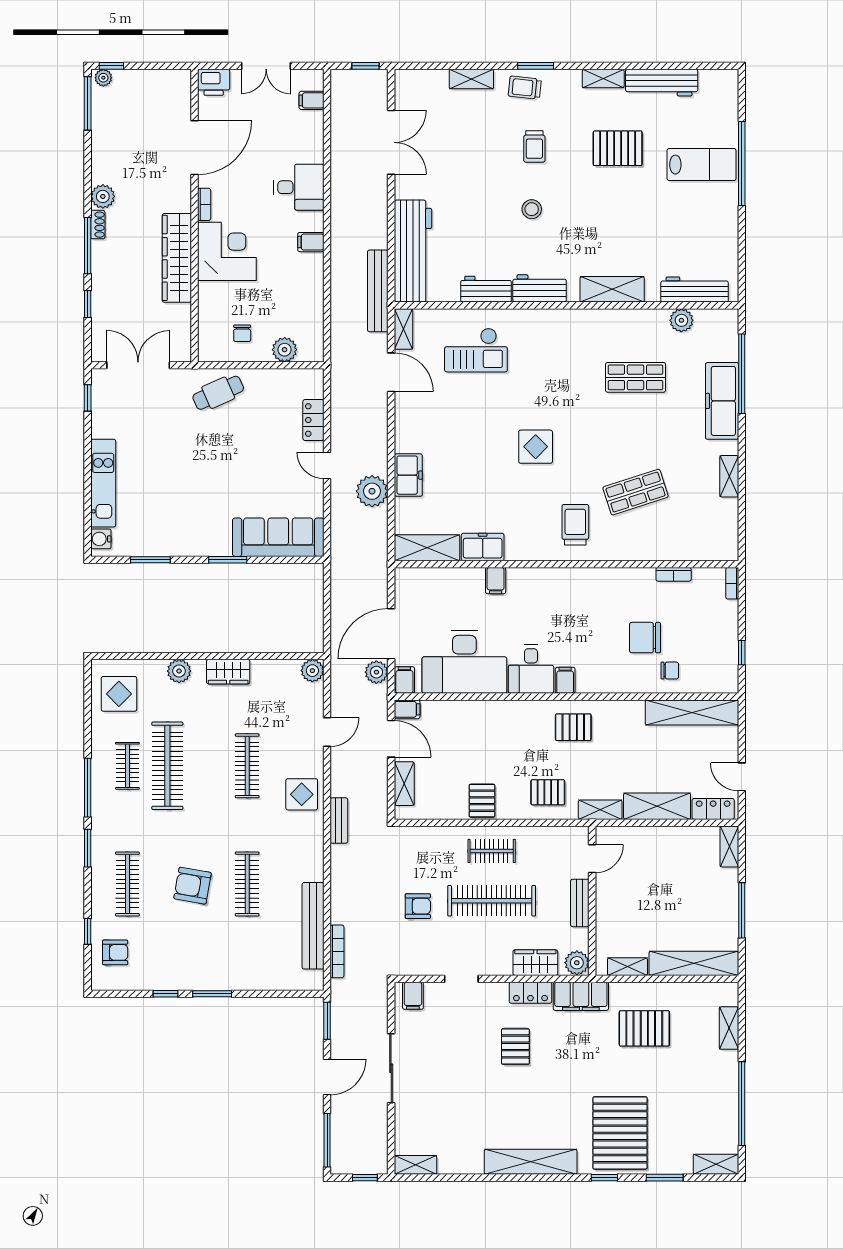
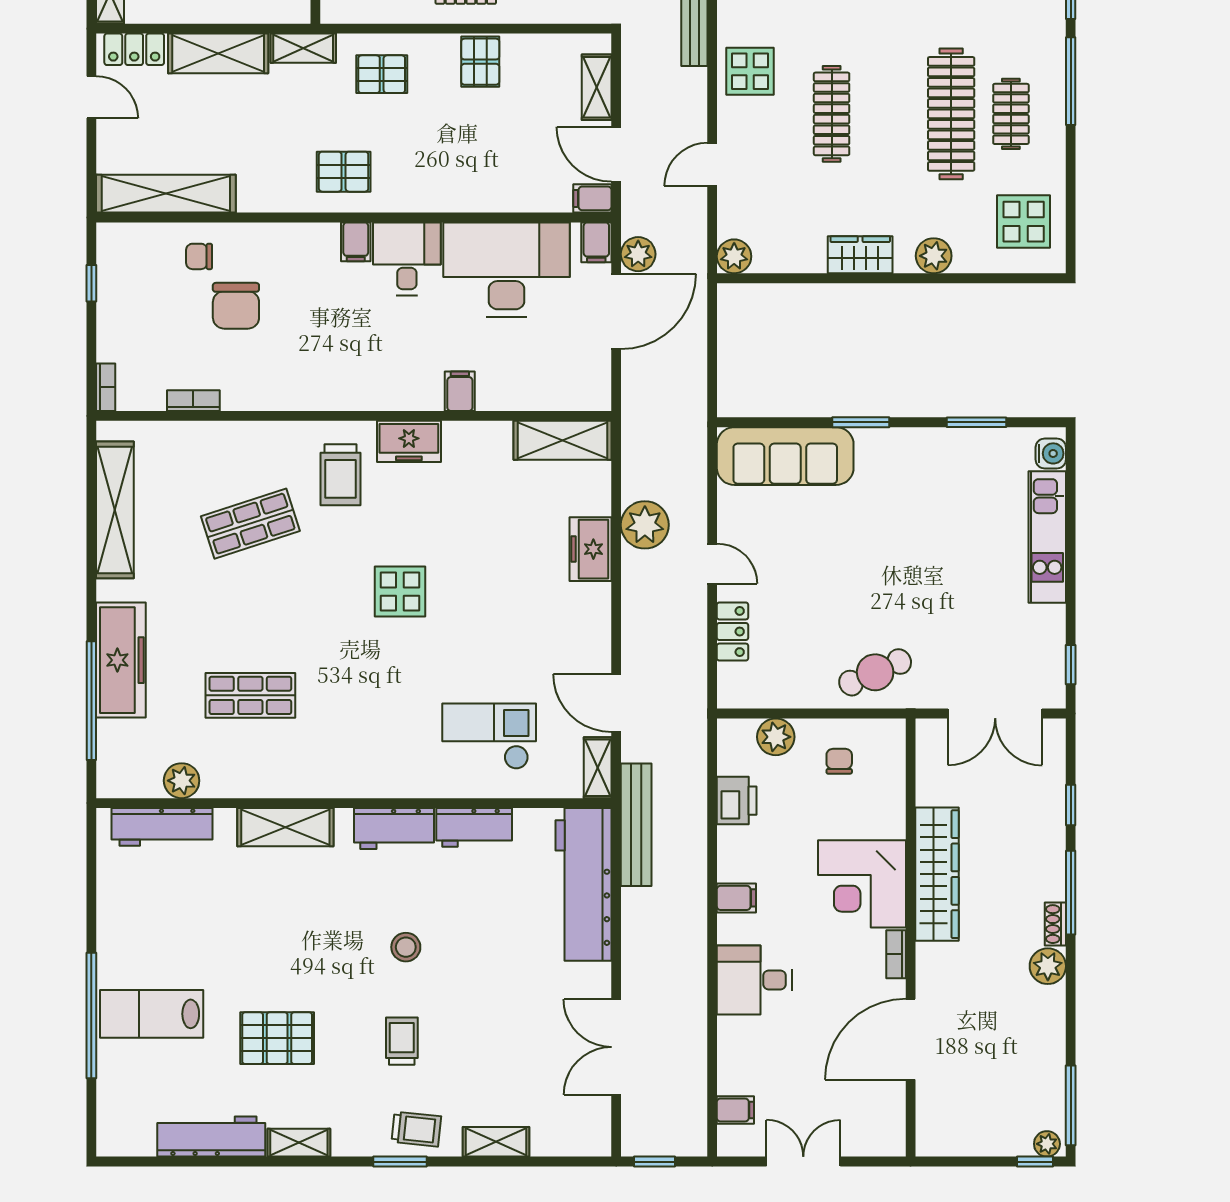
printer: (214, 82) -> (737, 801), moved, turned 90
shelving: (729, 476) -> (115, 510), width x2.20, depth x1.33
freezer: (483, 547) -> (409, 441), moved
chair: (645, 638) -> (236, 306), turned 90

